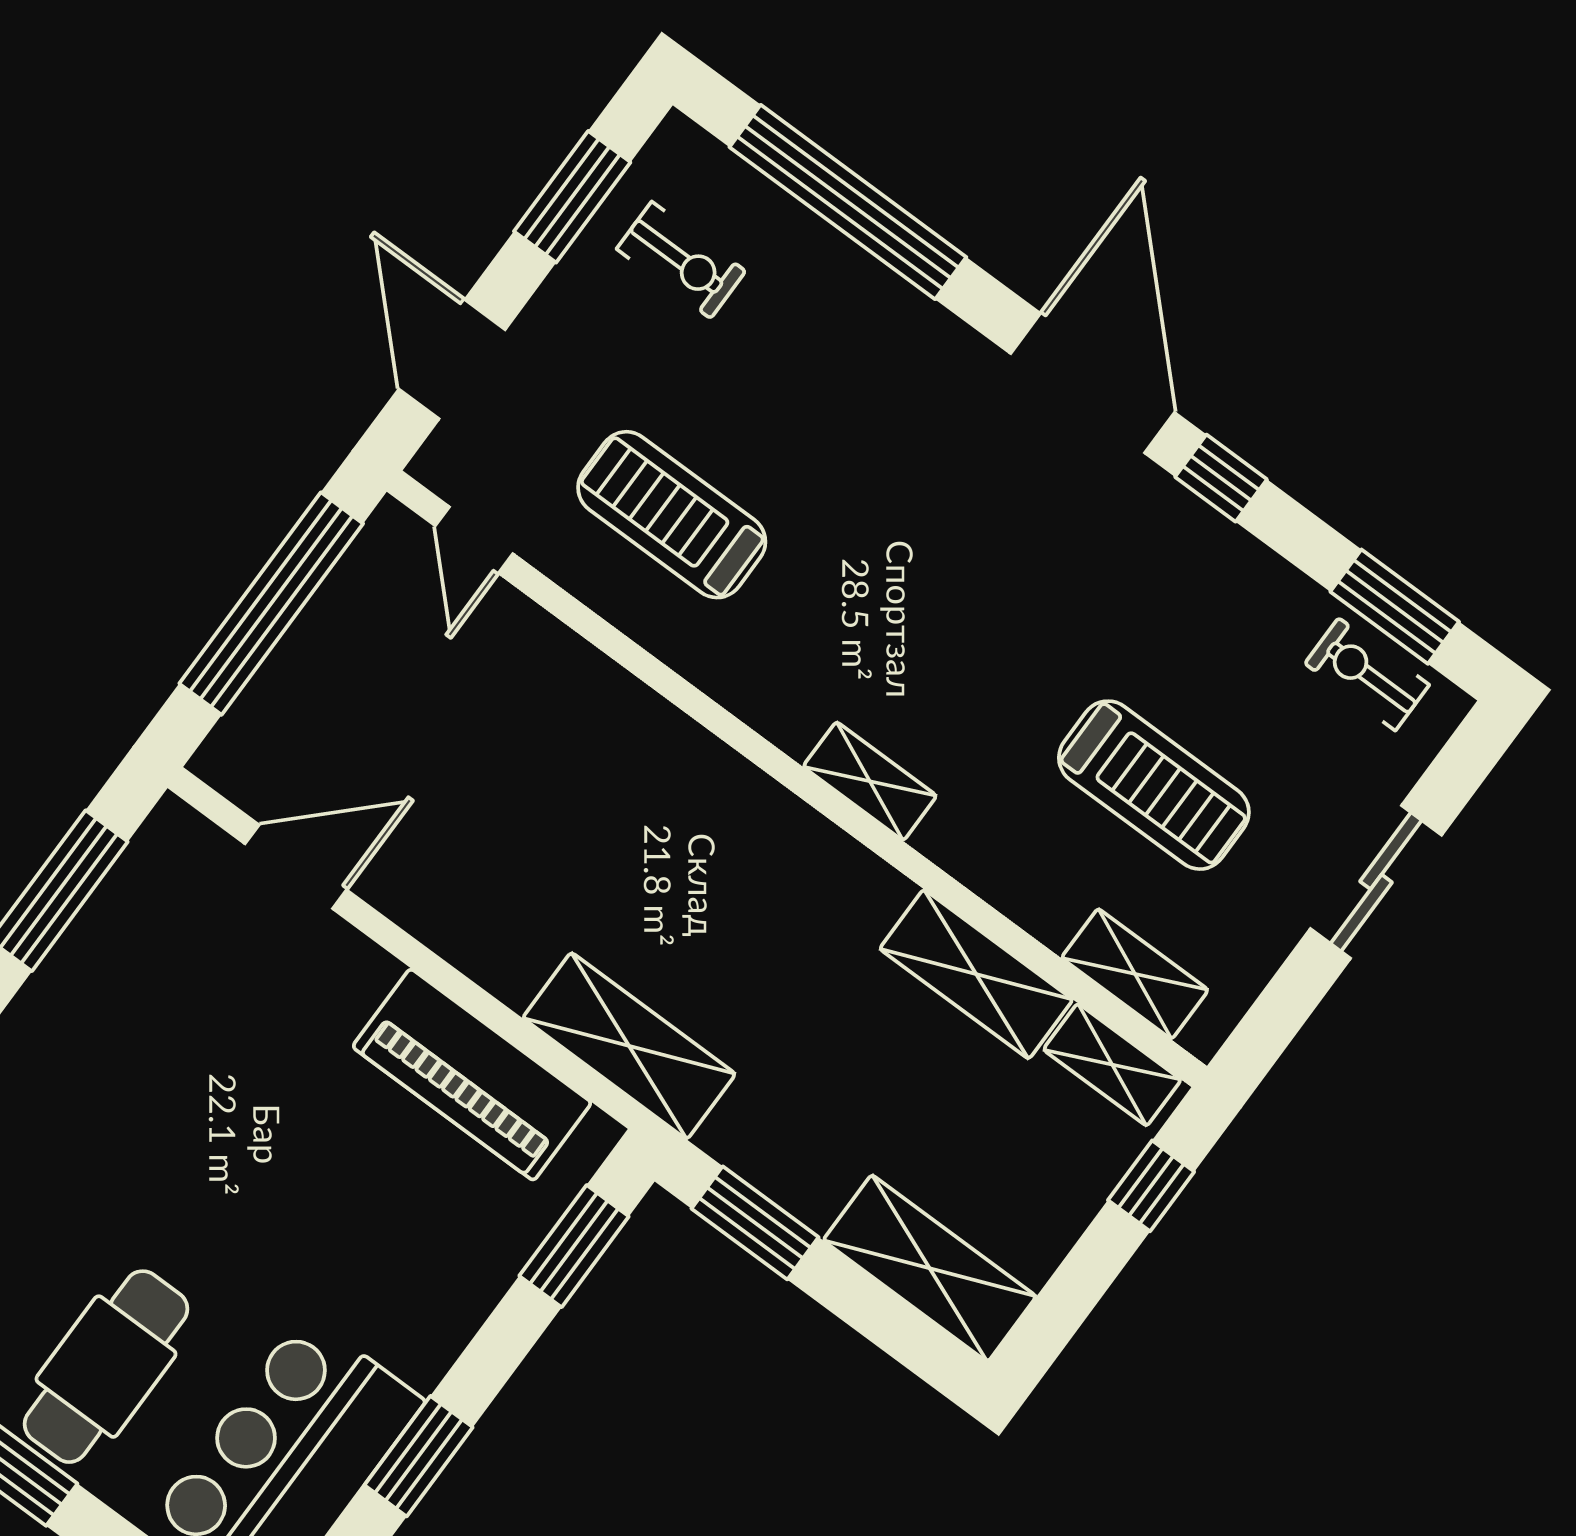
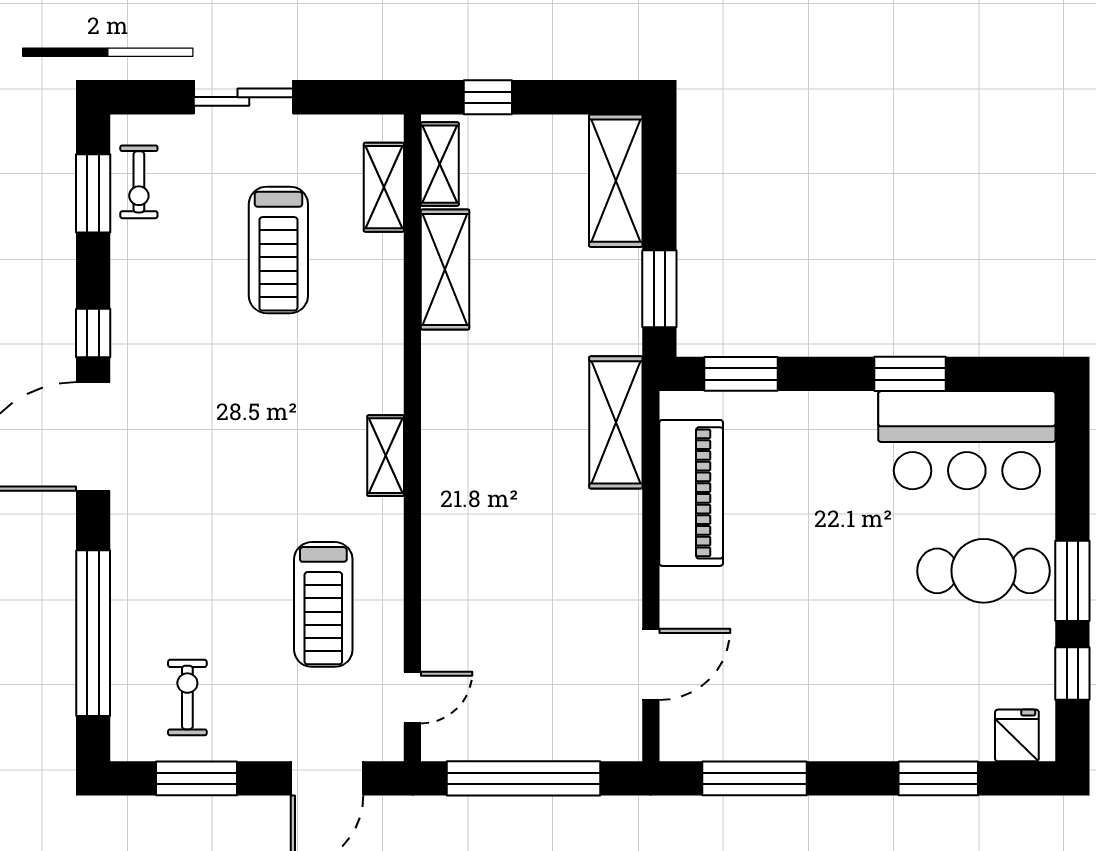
shelving: (870, 781) -> (386, 456), moved
treadmill: (1154, 785) -> (278, 250), turned 180
door: (296, 867) -> (651, 664), swing flipped

